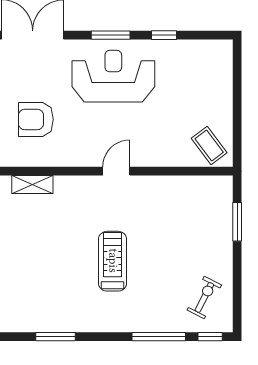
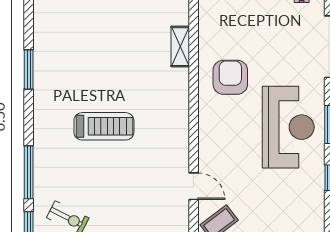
armchair: (36, 119) -> (230, 77), moved
door: (116, 171) -> (194, 186), moved

